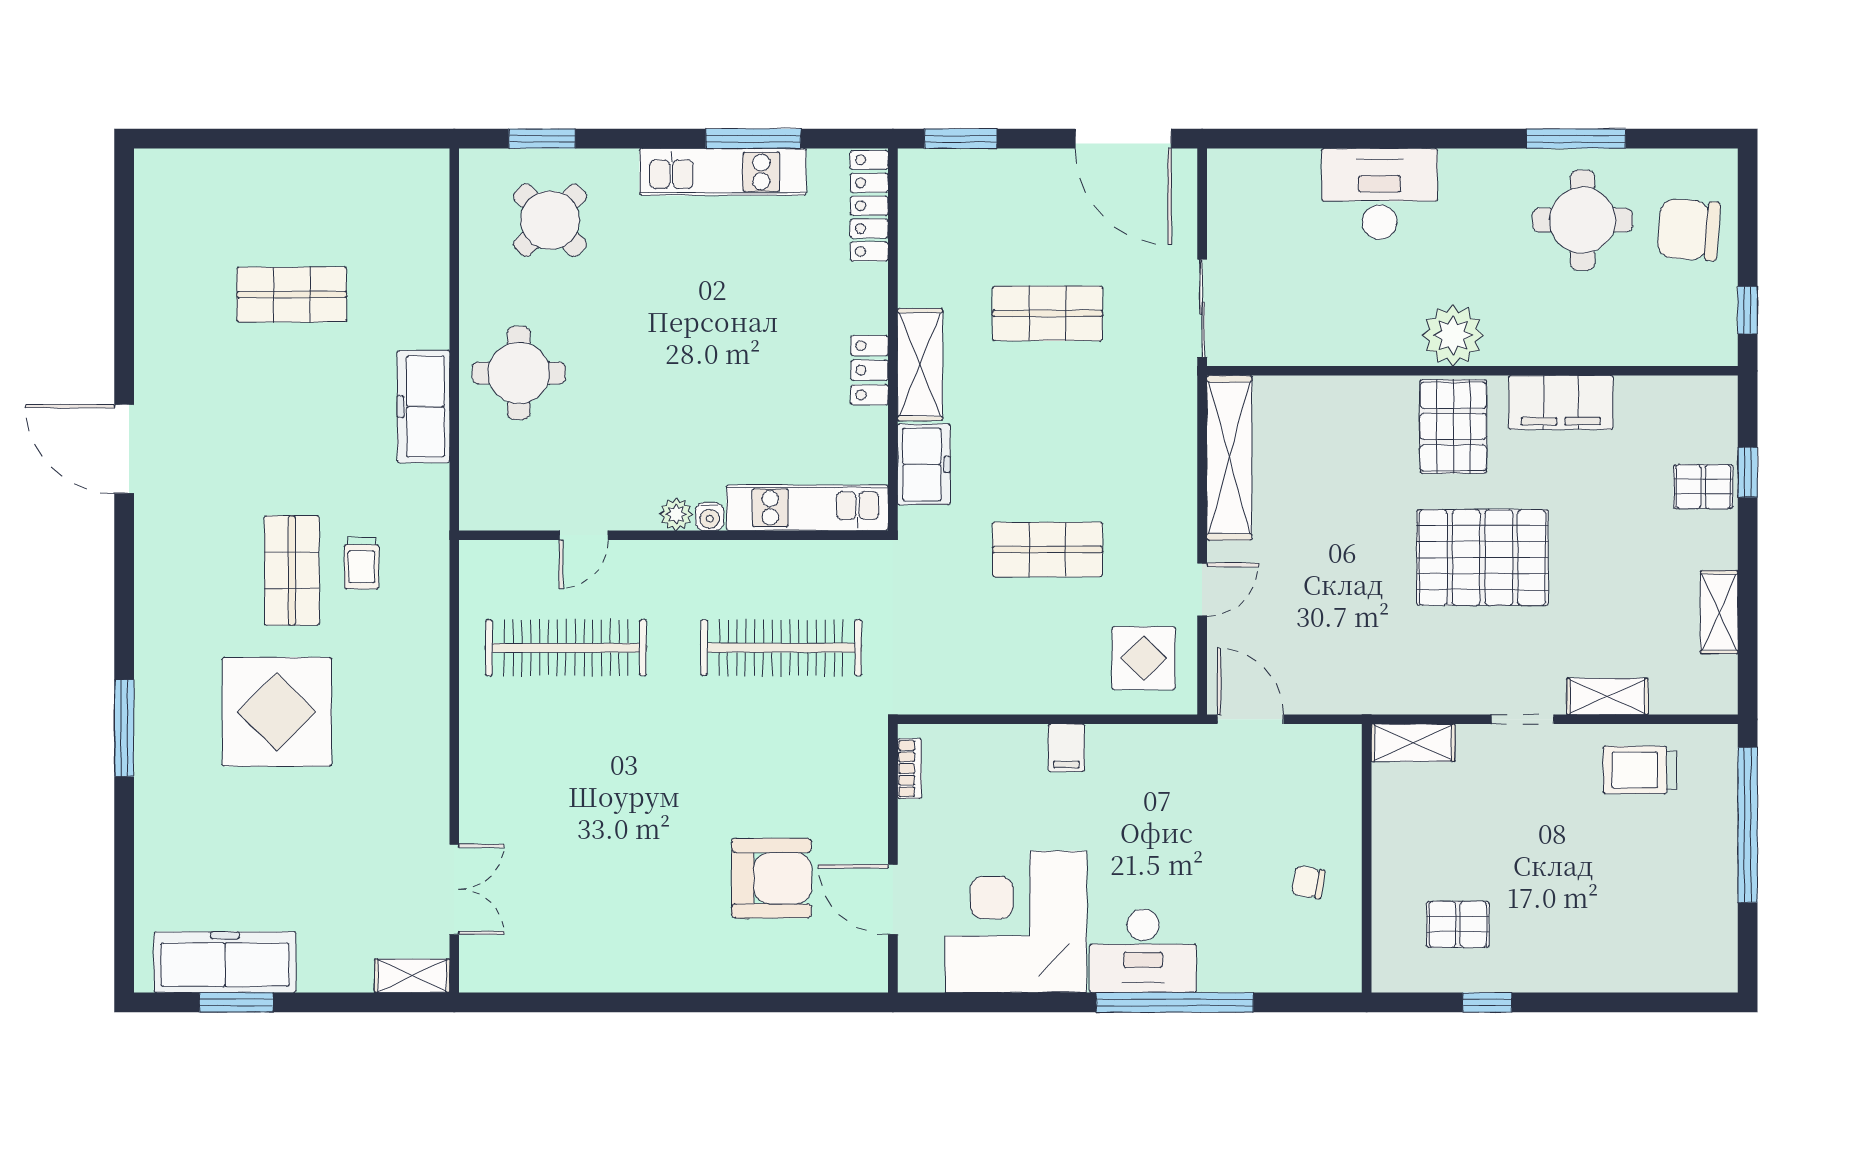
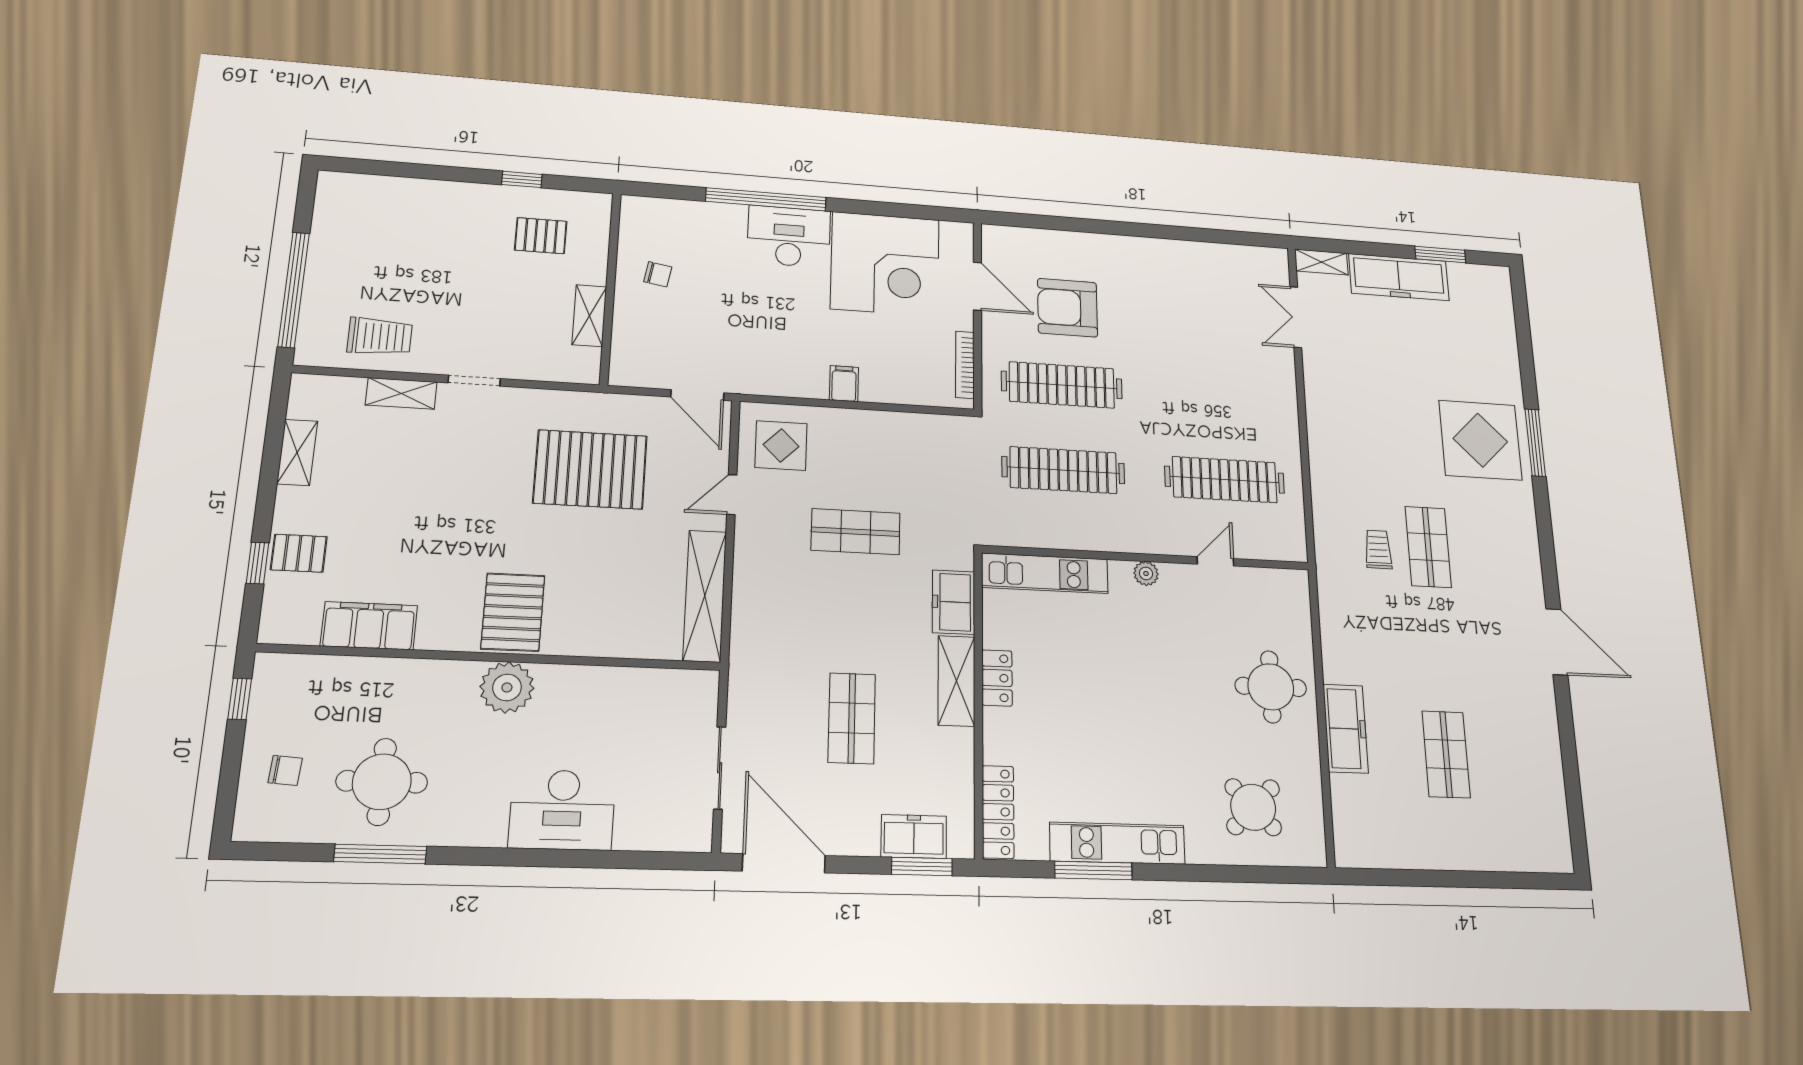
window: (542, 139) -> (1263, 874), removed
freezer: (971, 174) -> (914, 836), added
chair: (1689, 230) -> (285, 770), width x0.54, depth x0.54
shop shelf: (292, 295) -> (1446, 754), turned 90
sliding door: (1202, 308) -> (720, 768), moved
shop shelf: (1047, 313) -> (852, 718), turned 90
filing cabinet: (1561, 402) -> (369, 626), moved
freezer: (423, 407) -> (1345, 729), moved
water cooler: (710, 517) -> (1120, 570), removed
pallet: (1482, 557) -> (590, 469), moved
display table: (277, 712) -> (1480, 440), moved
shelving: (1413, 743) -> (589, 316), moved, turned 90
clothes rail: (781, 766) -> (1062, 385), added
bookcase: (910, 769) -> (965, 365), width x1.56
freezer: (225, 962) -> (1399, 277), moved

